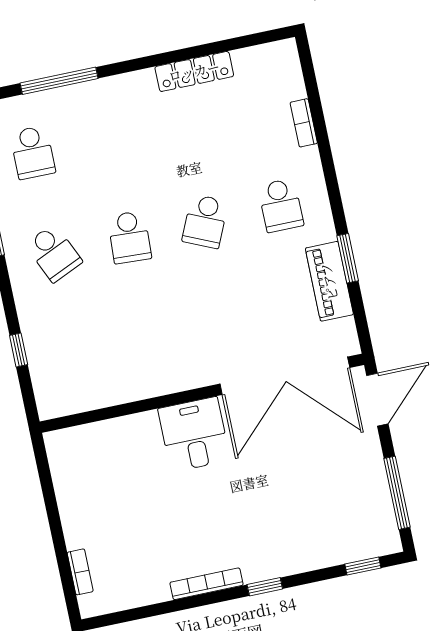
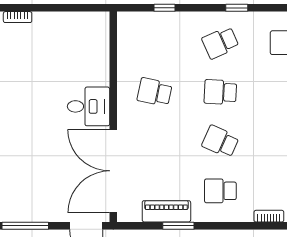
school desk: (151, 338) -> (155, 92), added

